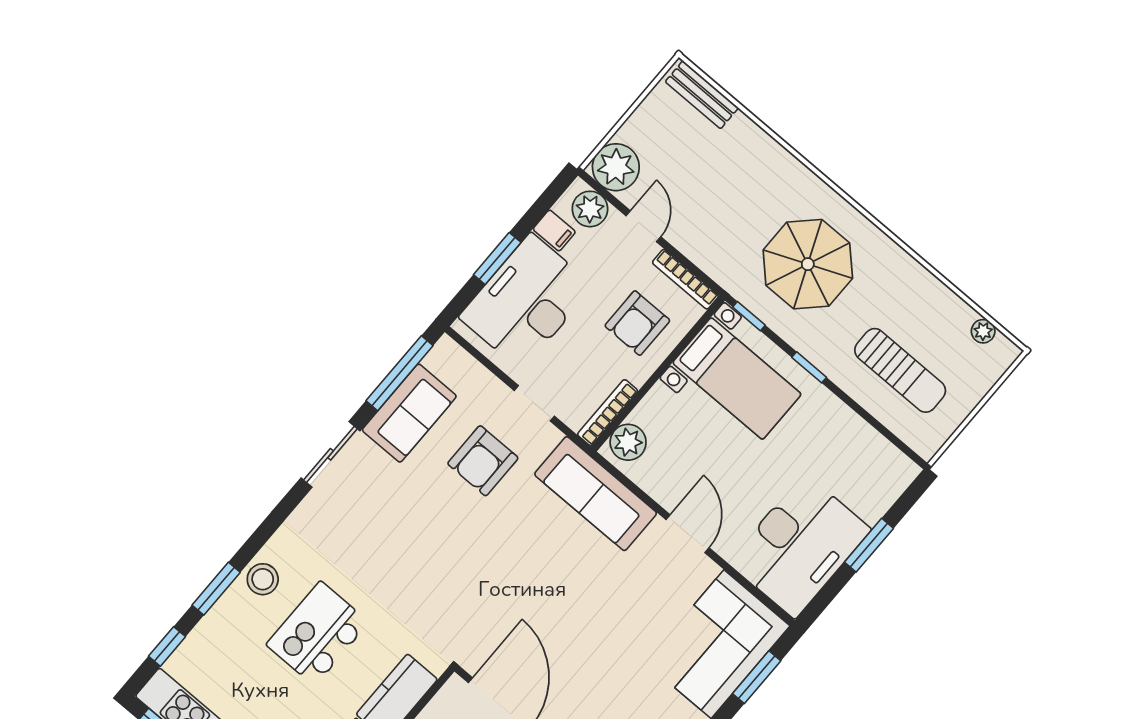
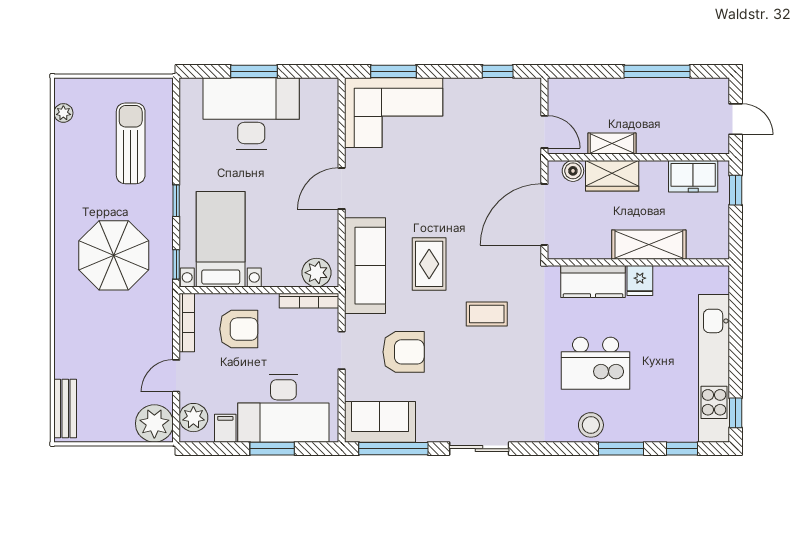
sofa: (409, 413) -> (380, 422), moved
desk: (800, 546) -> (251, 114), moved
rug: (545, 556) -> (429, 264), added
coffee table: (452, 570) -> (487, 314), added

